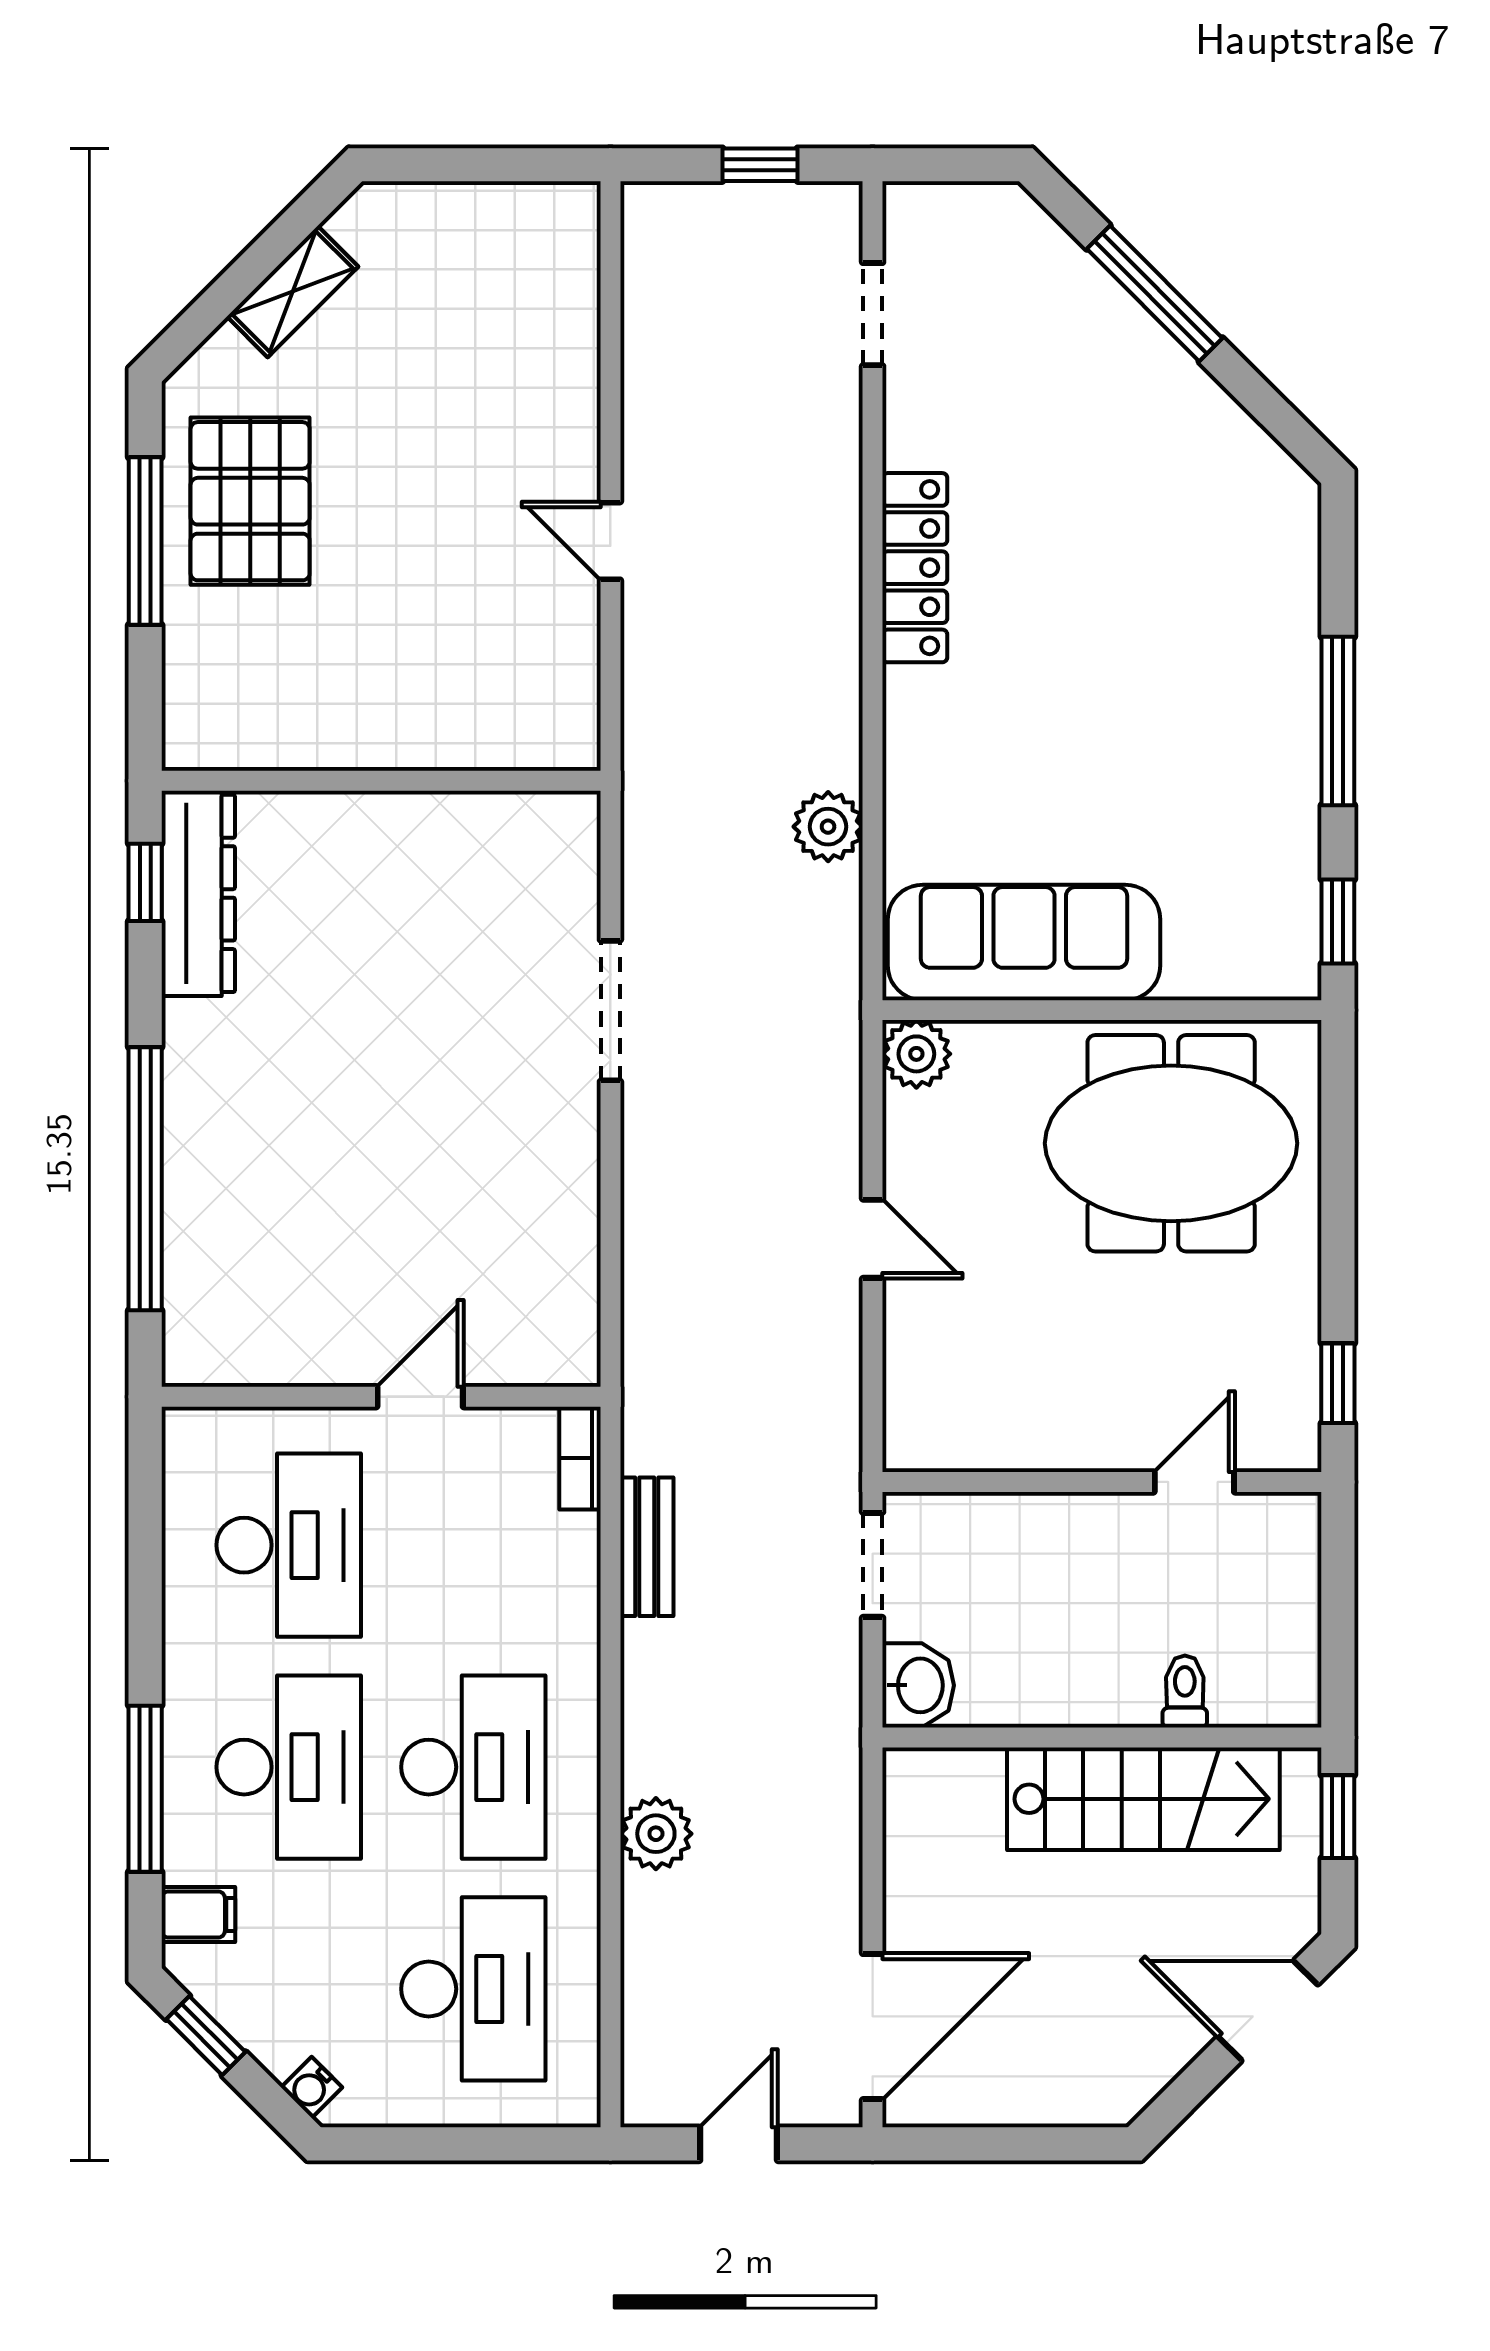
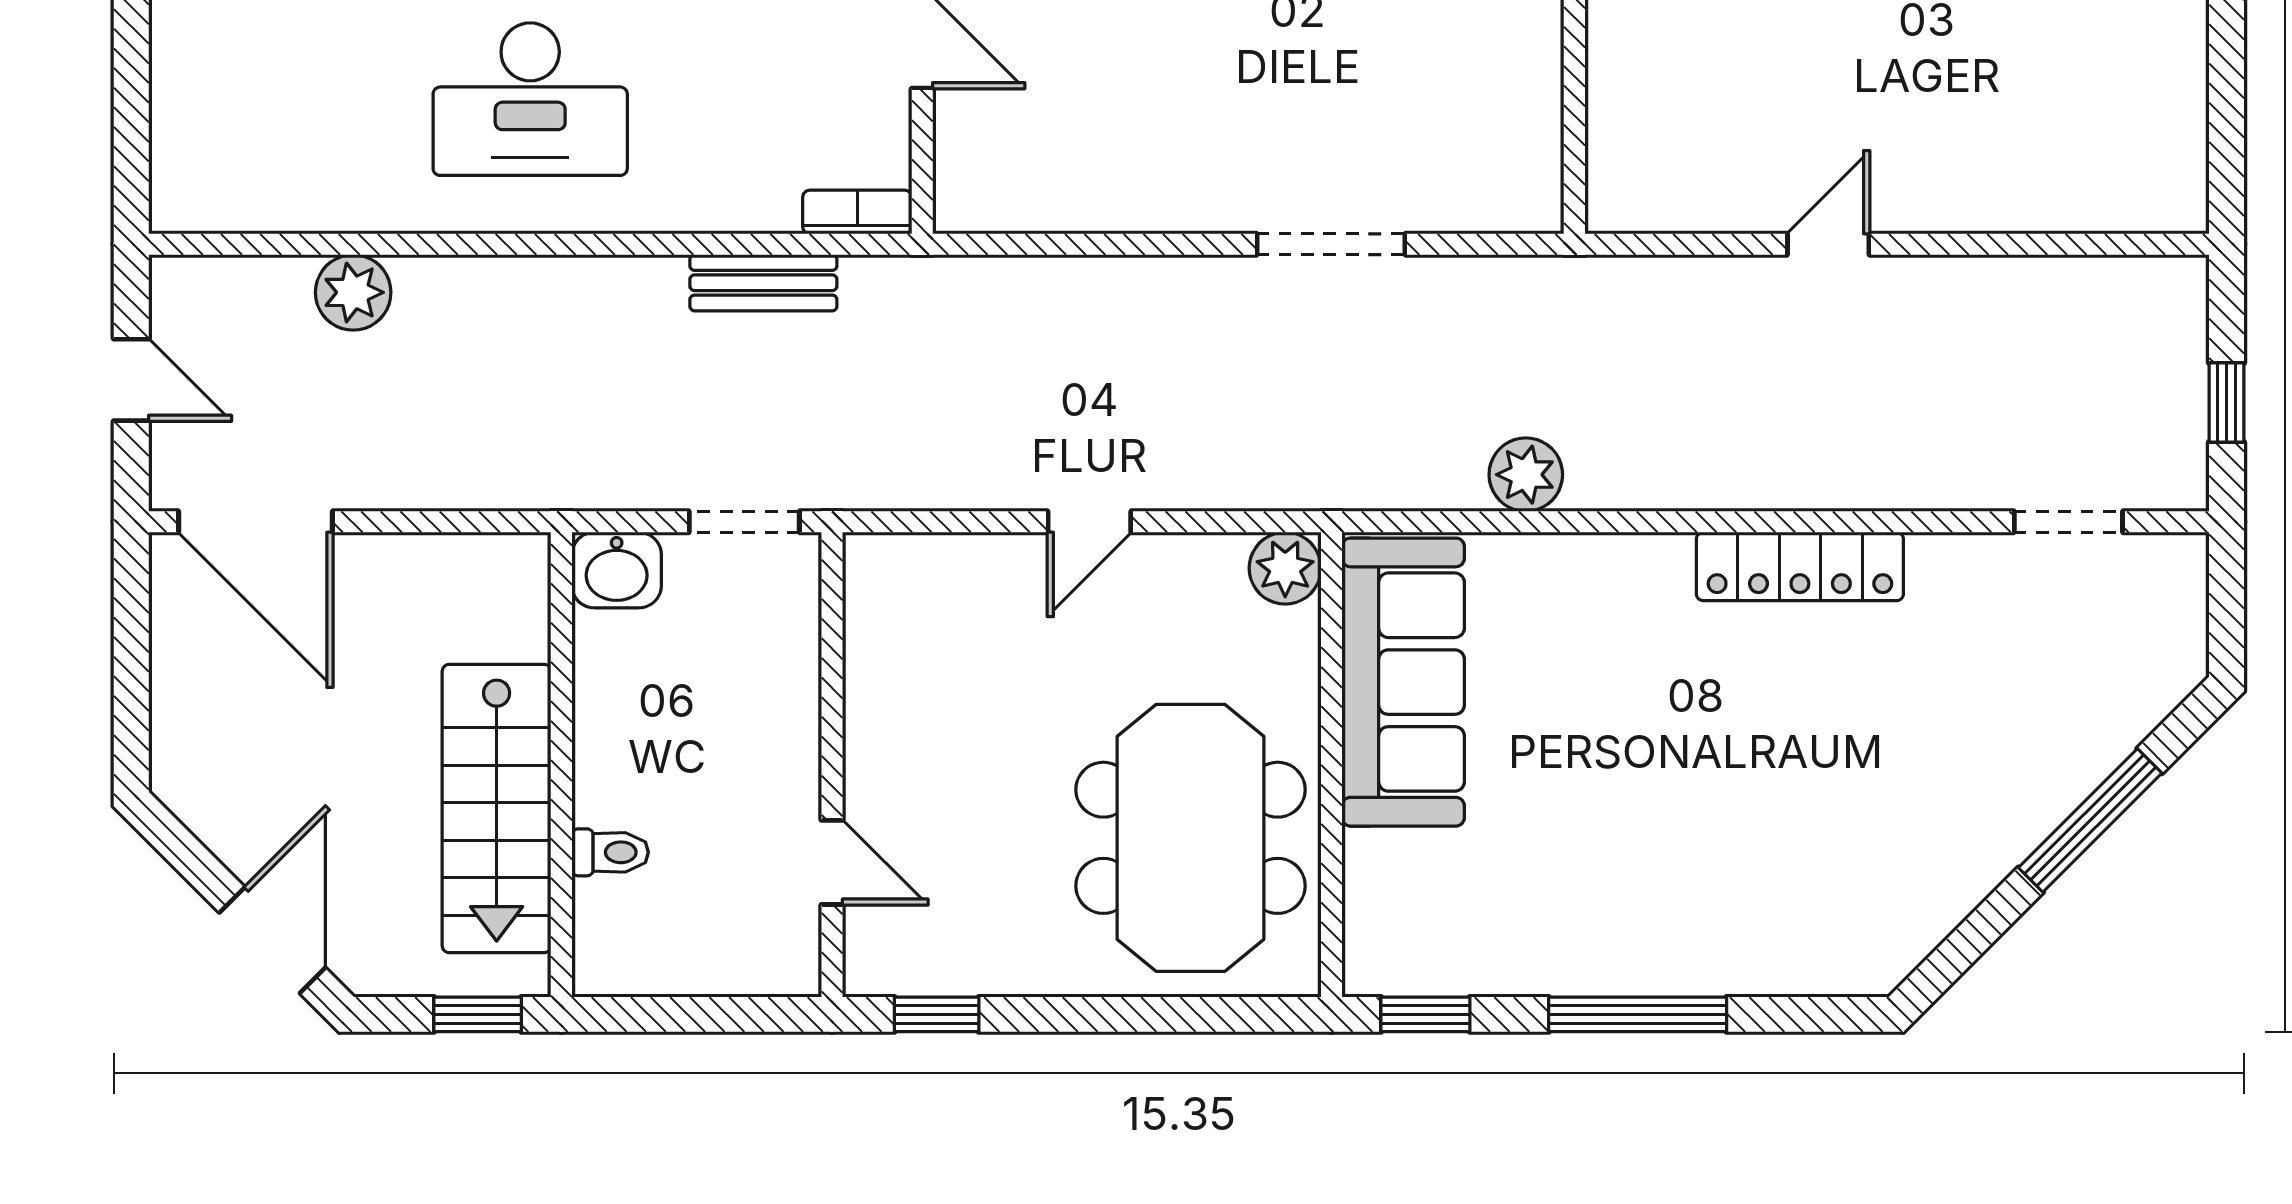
plant: (656, 1834) -> (353, 292), moved
desk: (473, 1989) -> (295, 99), removed

